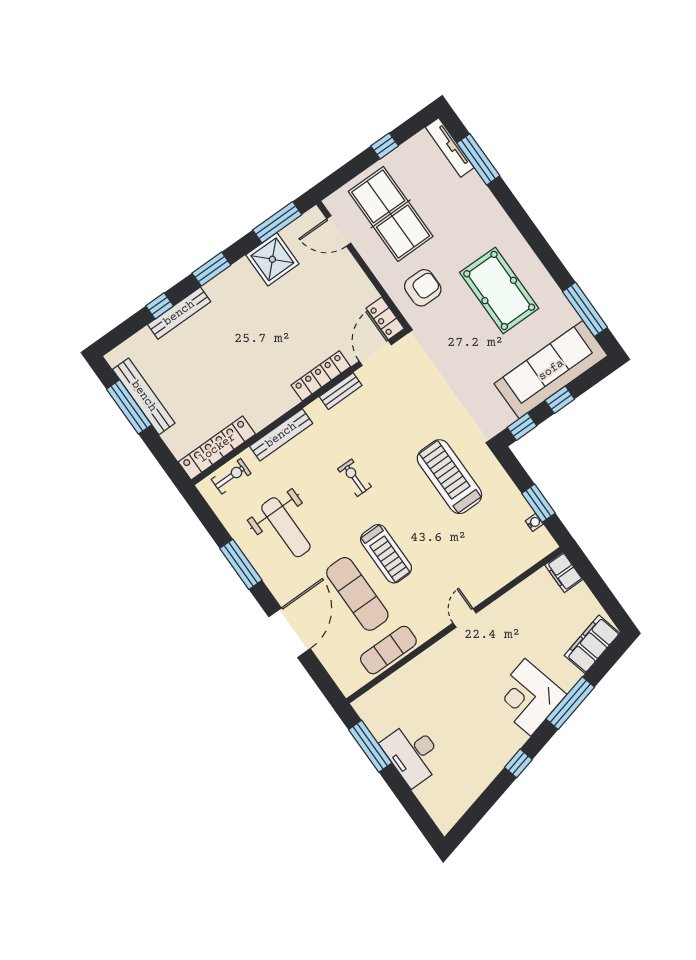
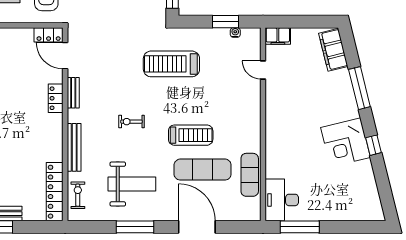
locker: (321, 376) -> (56, 98), width x0.66
door: (465, 618) -> (263, 70), moved
corner desk: (528, 697) -> (346, 143), moved
desk: (413, 754) -> (282, 200), moved, turned 90

